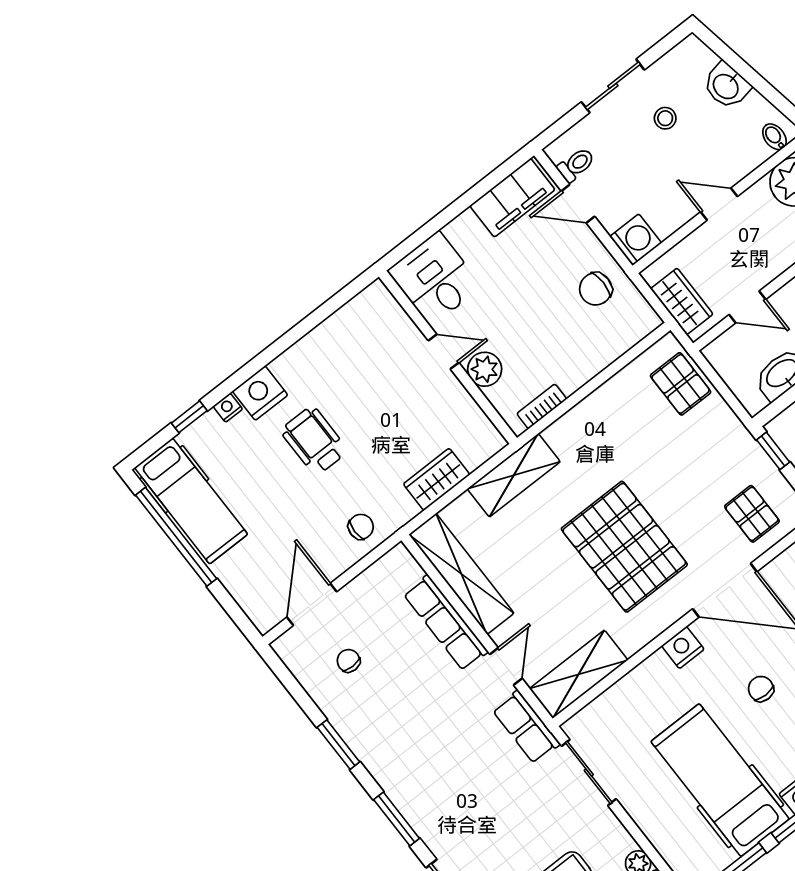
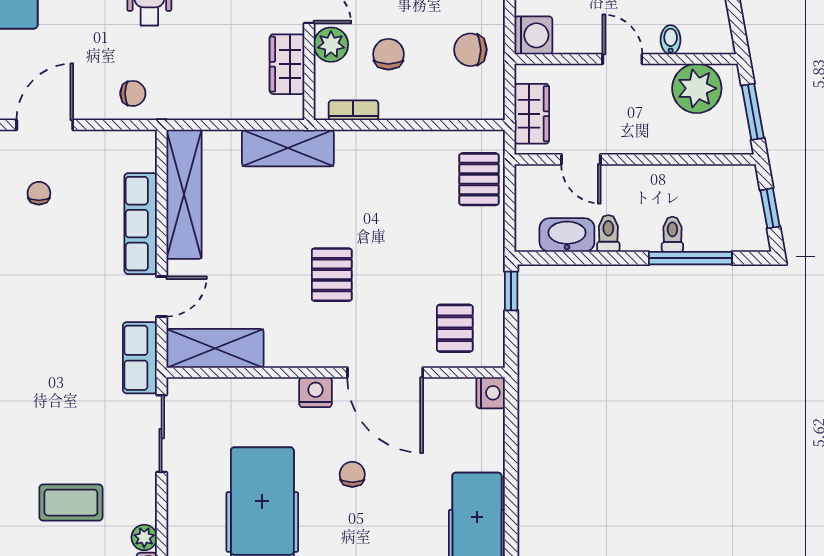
bidet: (774, 137) -> (671, 40), moved
chair: (535, 342) -> (388, 54), added
wardrobe: (437, 479) -> (287, 64), moved, turned -90
pallet: (624, 547) -> (332, 275), width x0.49, depth x0.50

